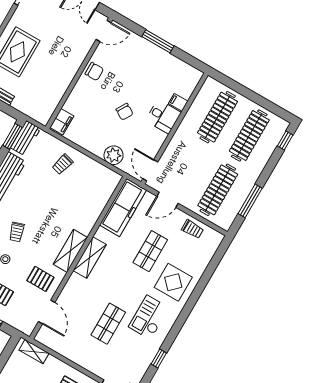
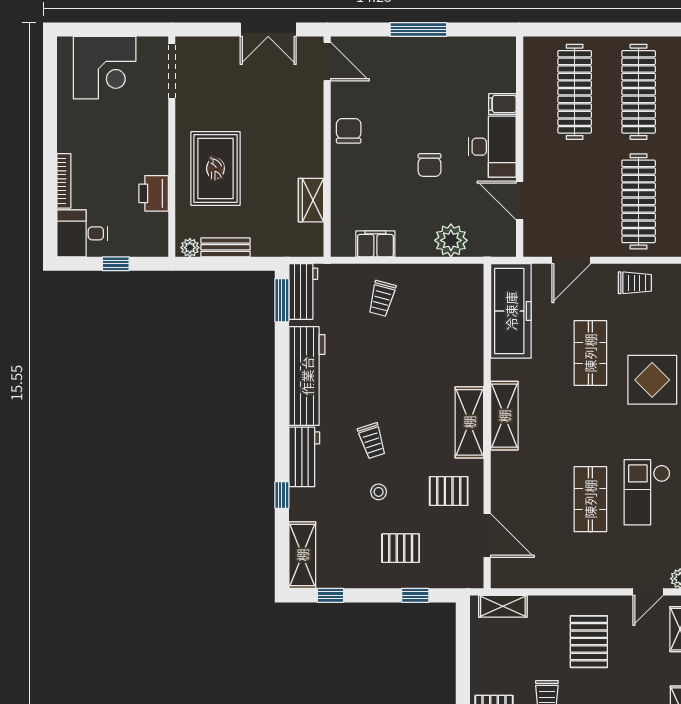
door: (104, 31) -> (327, 61), hinge flipped
chair: (94, 72) -> (349, 131), turned -90
wardrobe: (56, 95) -> (311, 200), added
chair: (125, 112) -> (429, 165), turned 59
desk: (163, 117) -> (492, 147), width x1.37
filing cabinet: (62, 122) -> (375, 244), moved, turned -90
door: (150, 170) -> (520, 201), moved
checkout: (149, 317) -> (647, 492), moved

